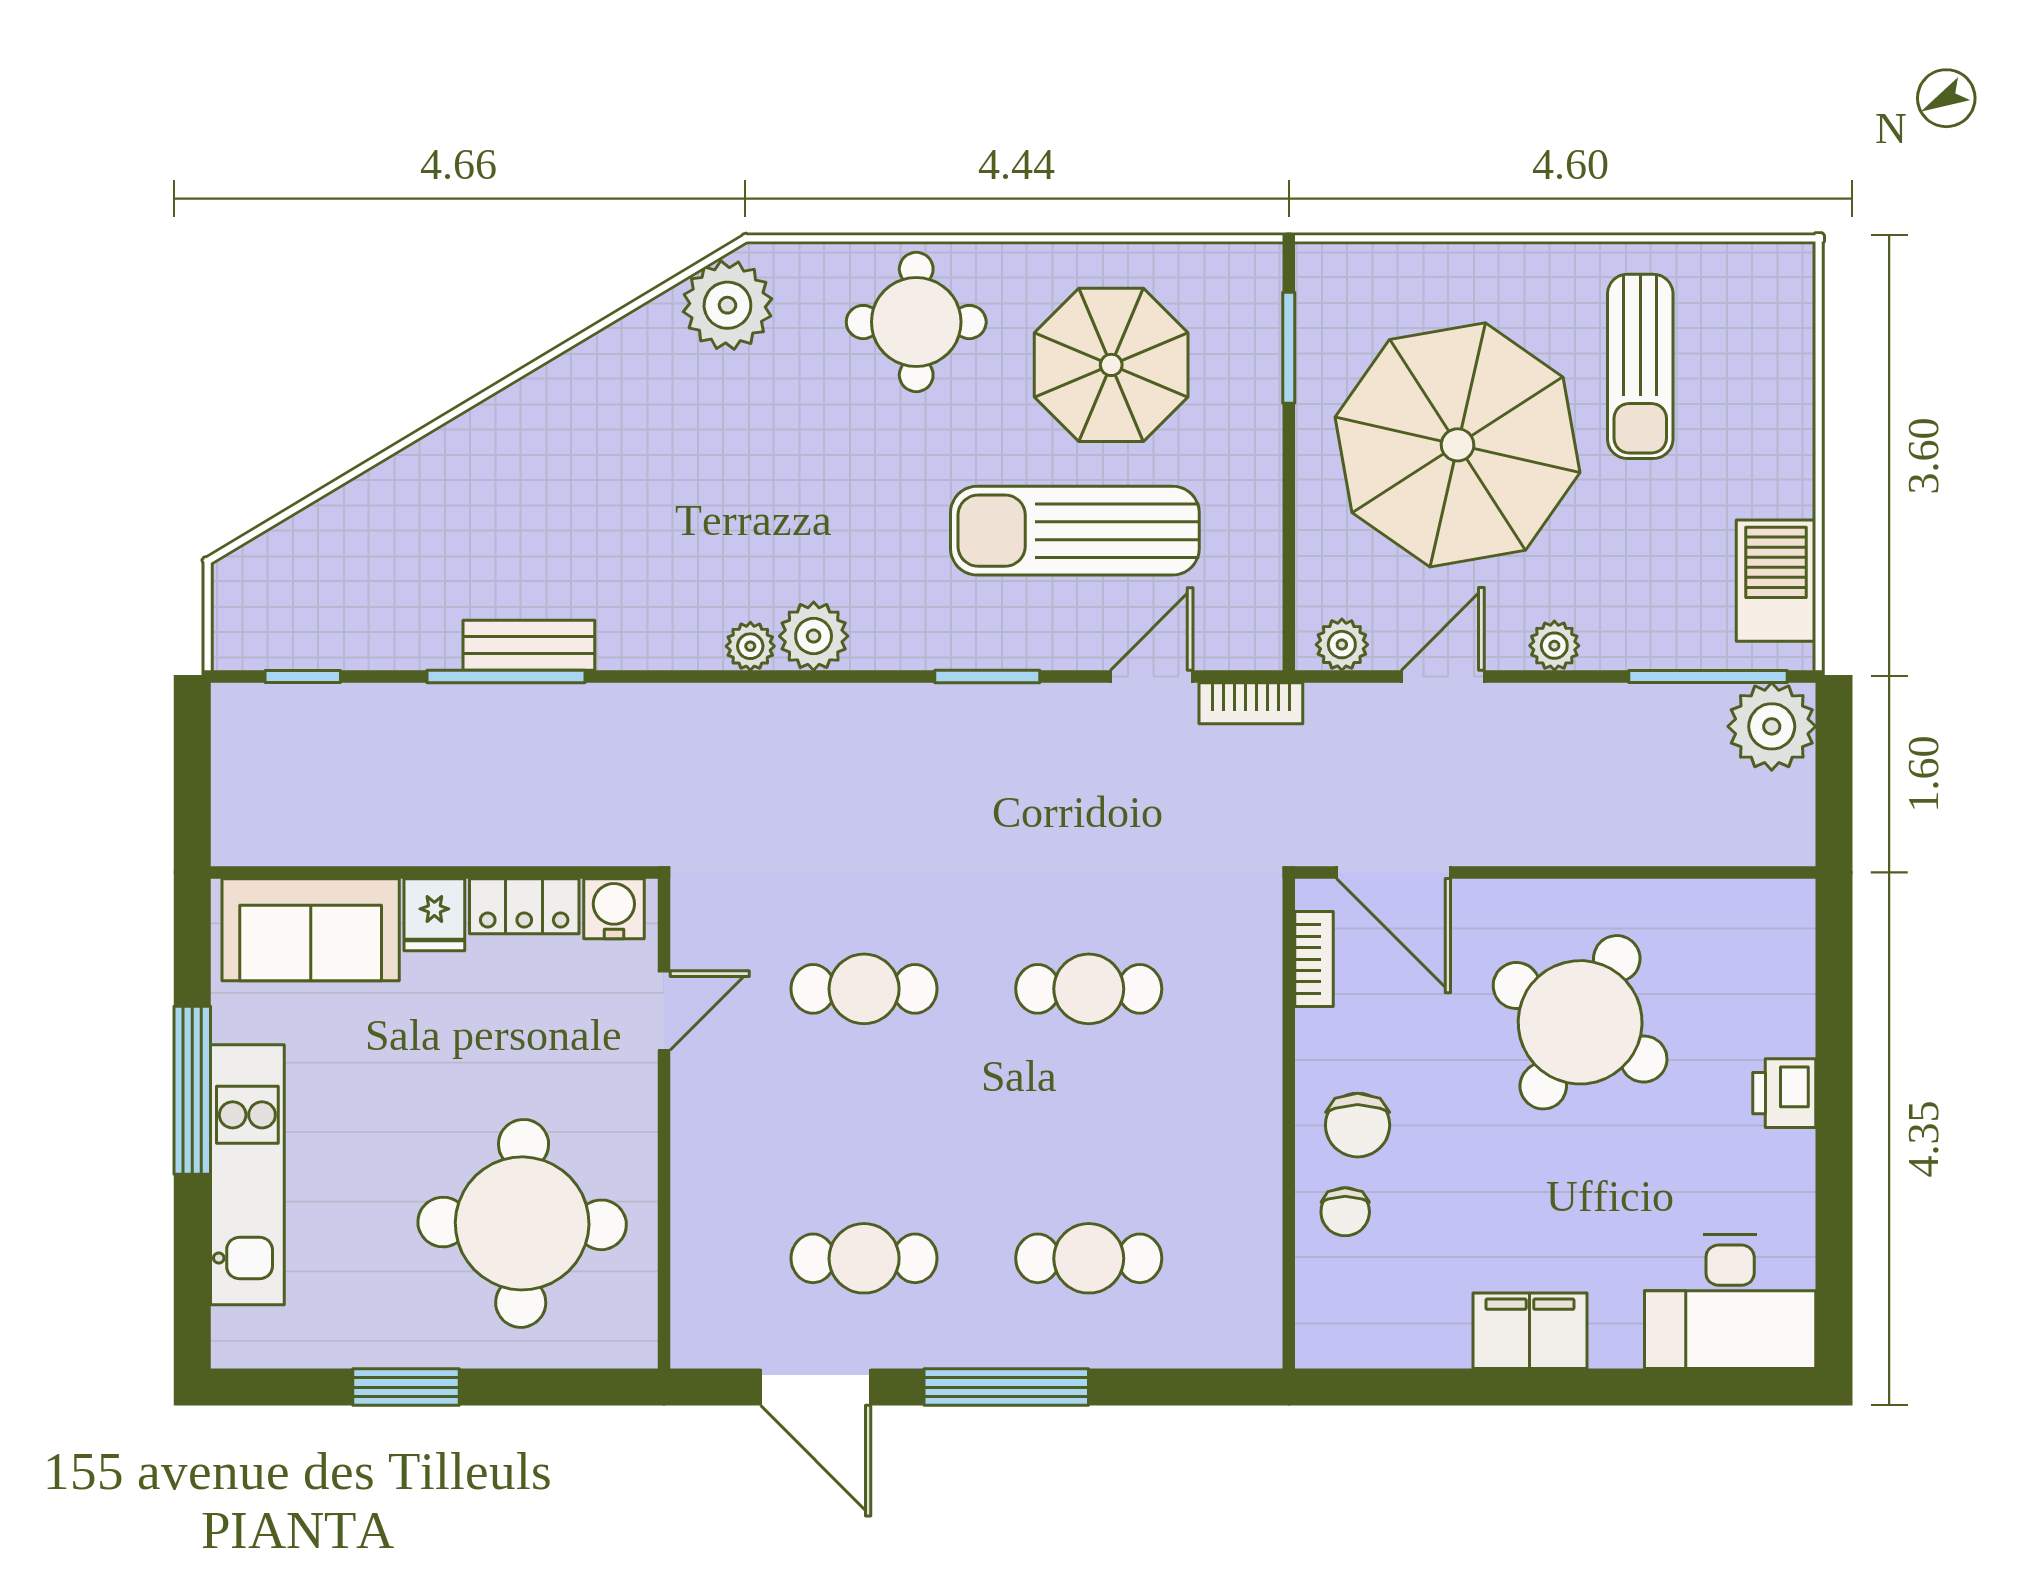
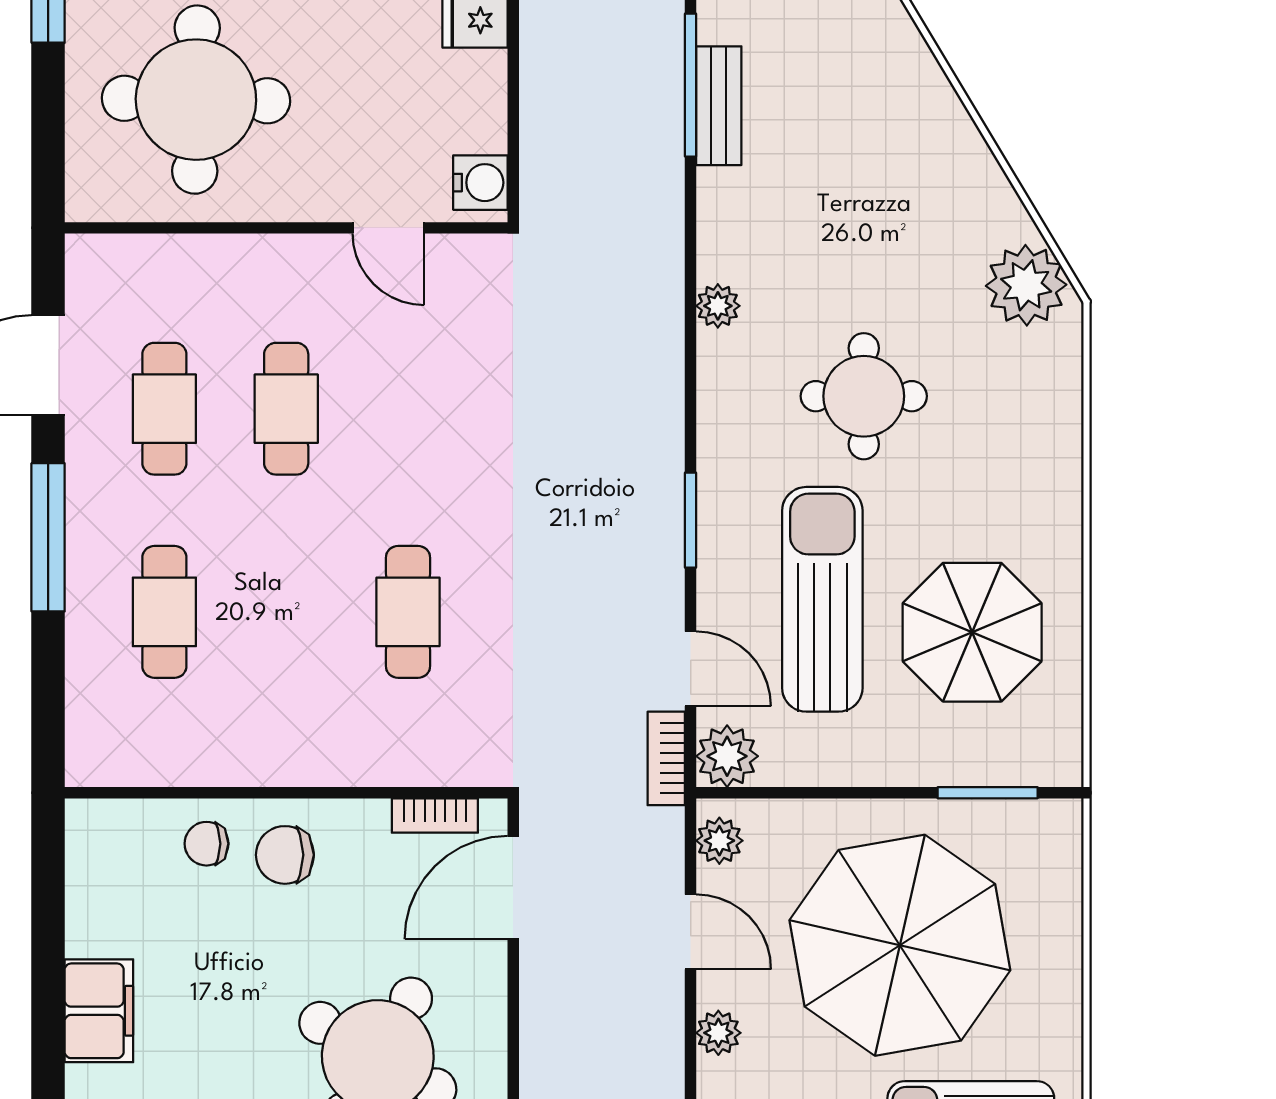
round table: (916, 322) -> (864, 396), moved
plant: (814, 636) -> (727, 756), moved
locker: (524, 906) -> (483, 101), removed
cafe table: (864, 989) -> (286, 409), moved

